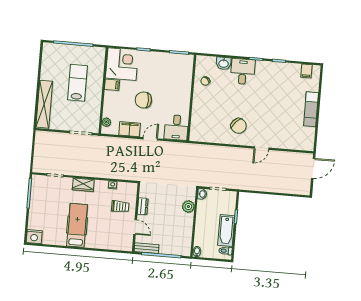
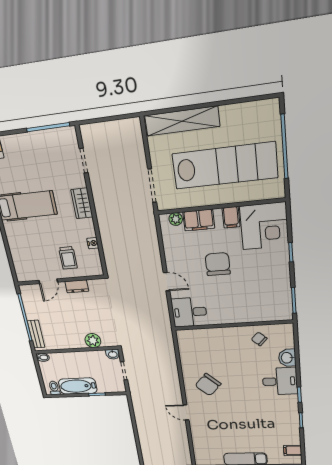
lab bench: (77, 83) -> (225, 166), width x1.86, depth x1.39
filing cabinet: (130, 129) -> (199, 220), moved, turned 90
bench: (146, 248) -> (36, 334), moved

